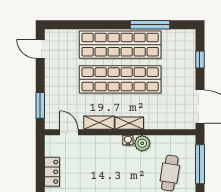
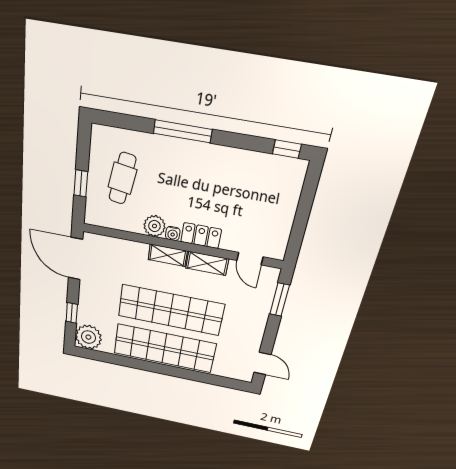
window: (150, 25) -> (126, 362), removed
plant: (184, 41) -> (88, 337), added
window: (200, 164) -> (81, 183), width x0.46
locker: (52, 172) -> (201, 236), moved, turned 90

